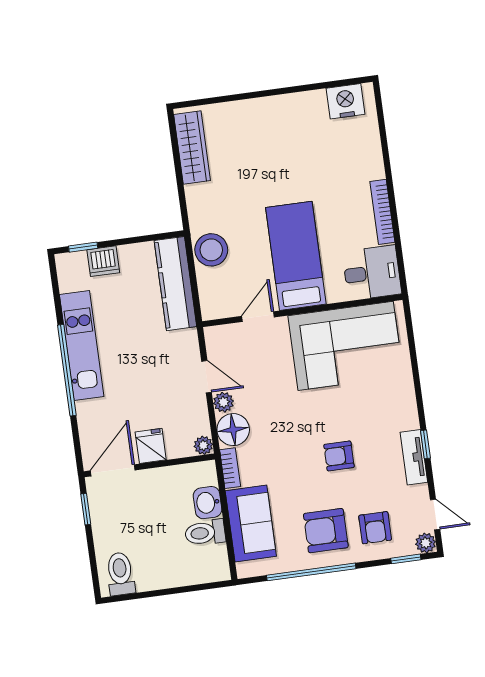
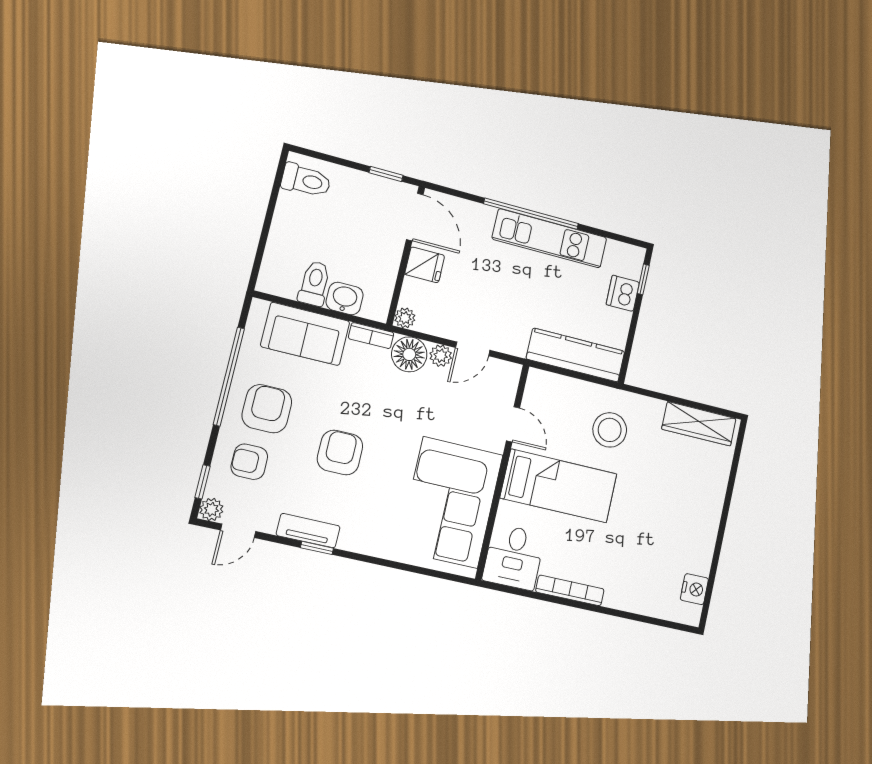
nightstand: (345, 101) -> (694, 589), width x0.74, depth x0.75
stool: (211, 250) -> (610, 430), moved
armchair: (339, 456) -> (340, 453), width x1.38, depth x1.38

